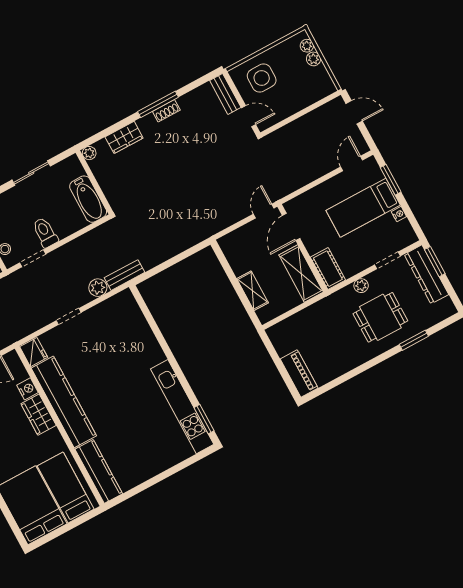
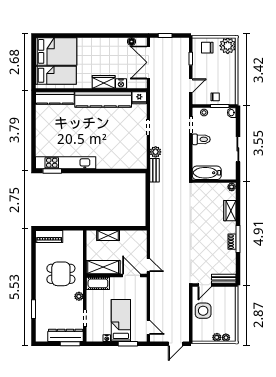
side table: (262, 78) -> (203, 311), moved
dining table: (380, 317) -> (61, 274), moved, turned 90

